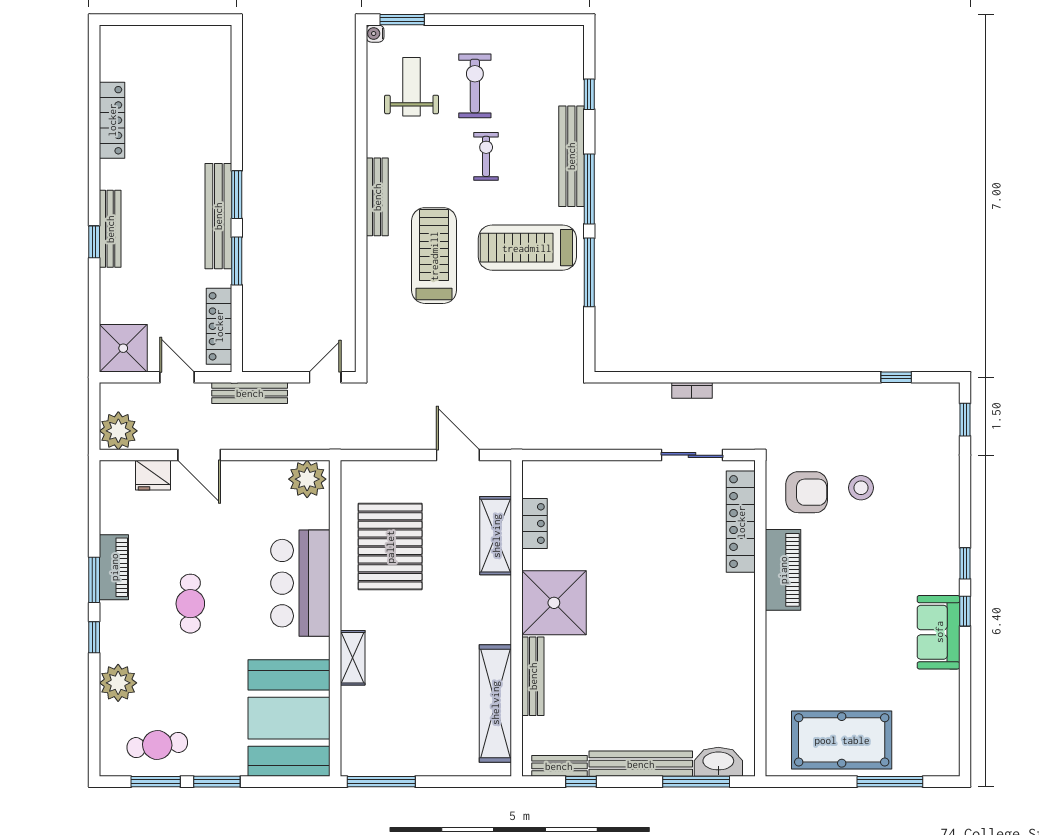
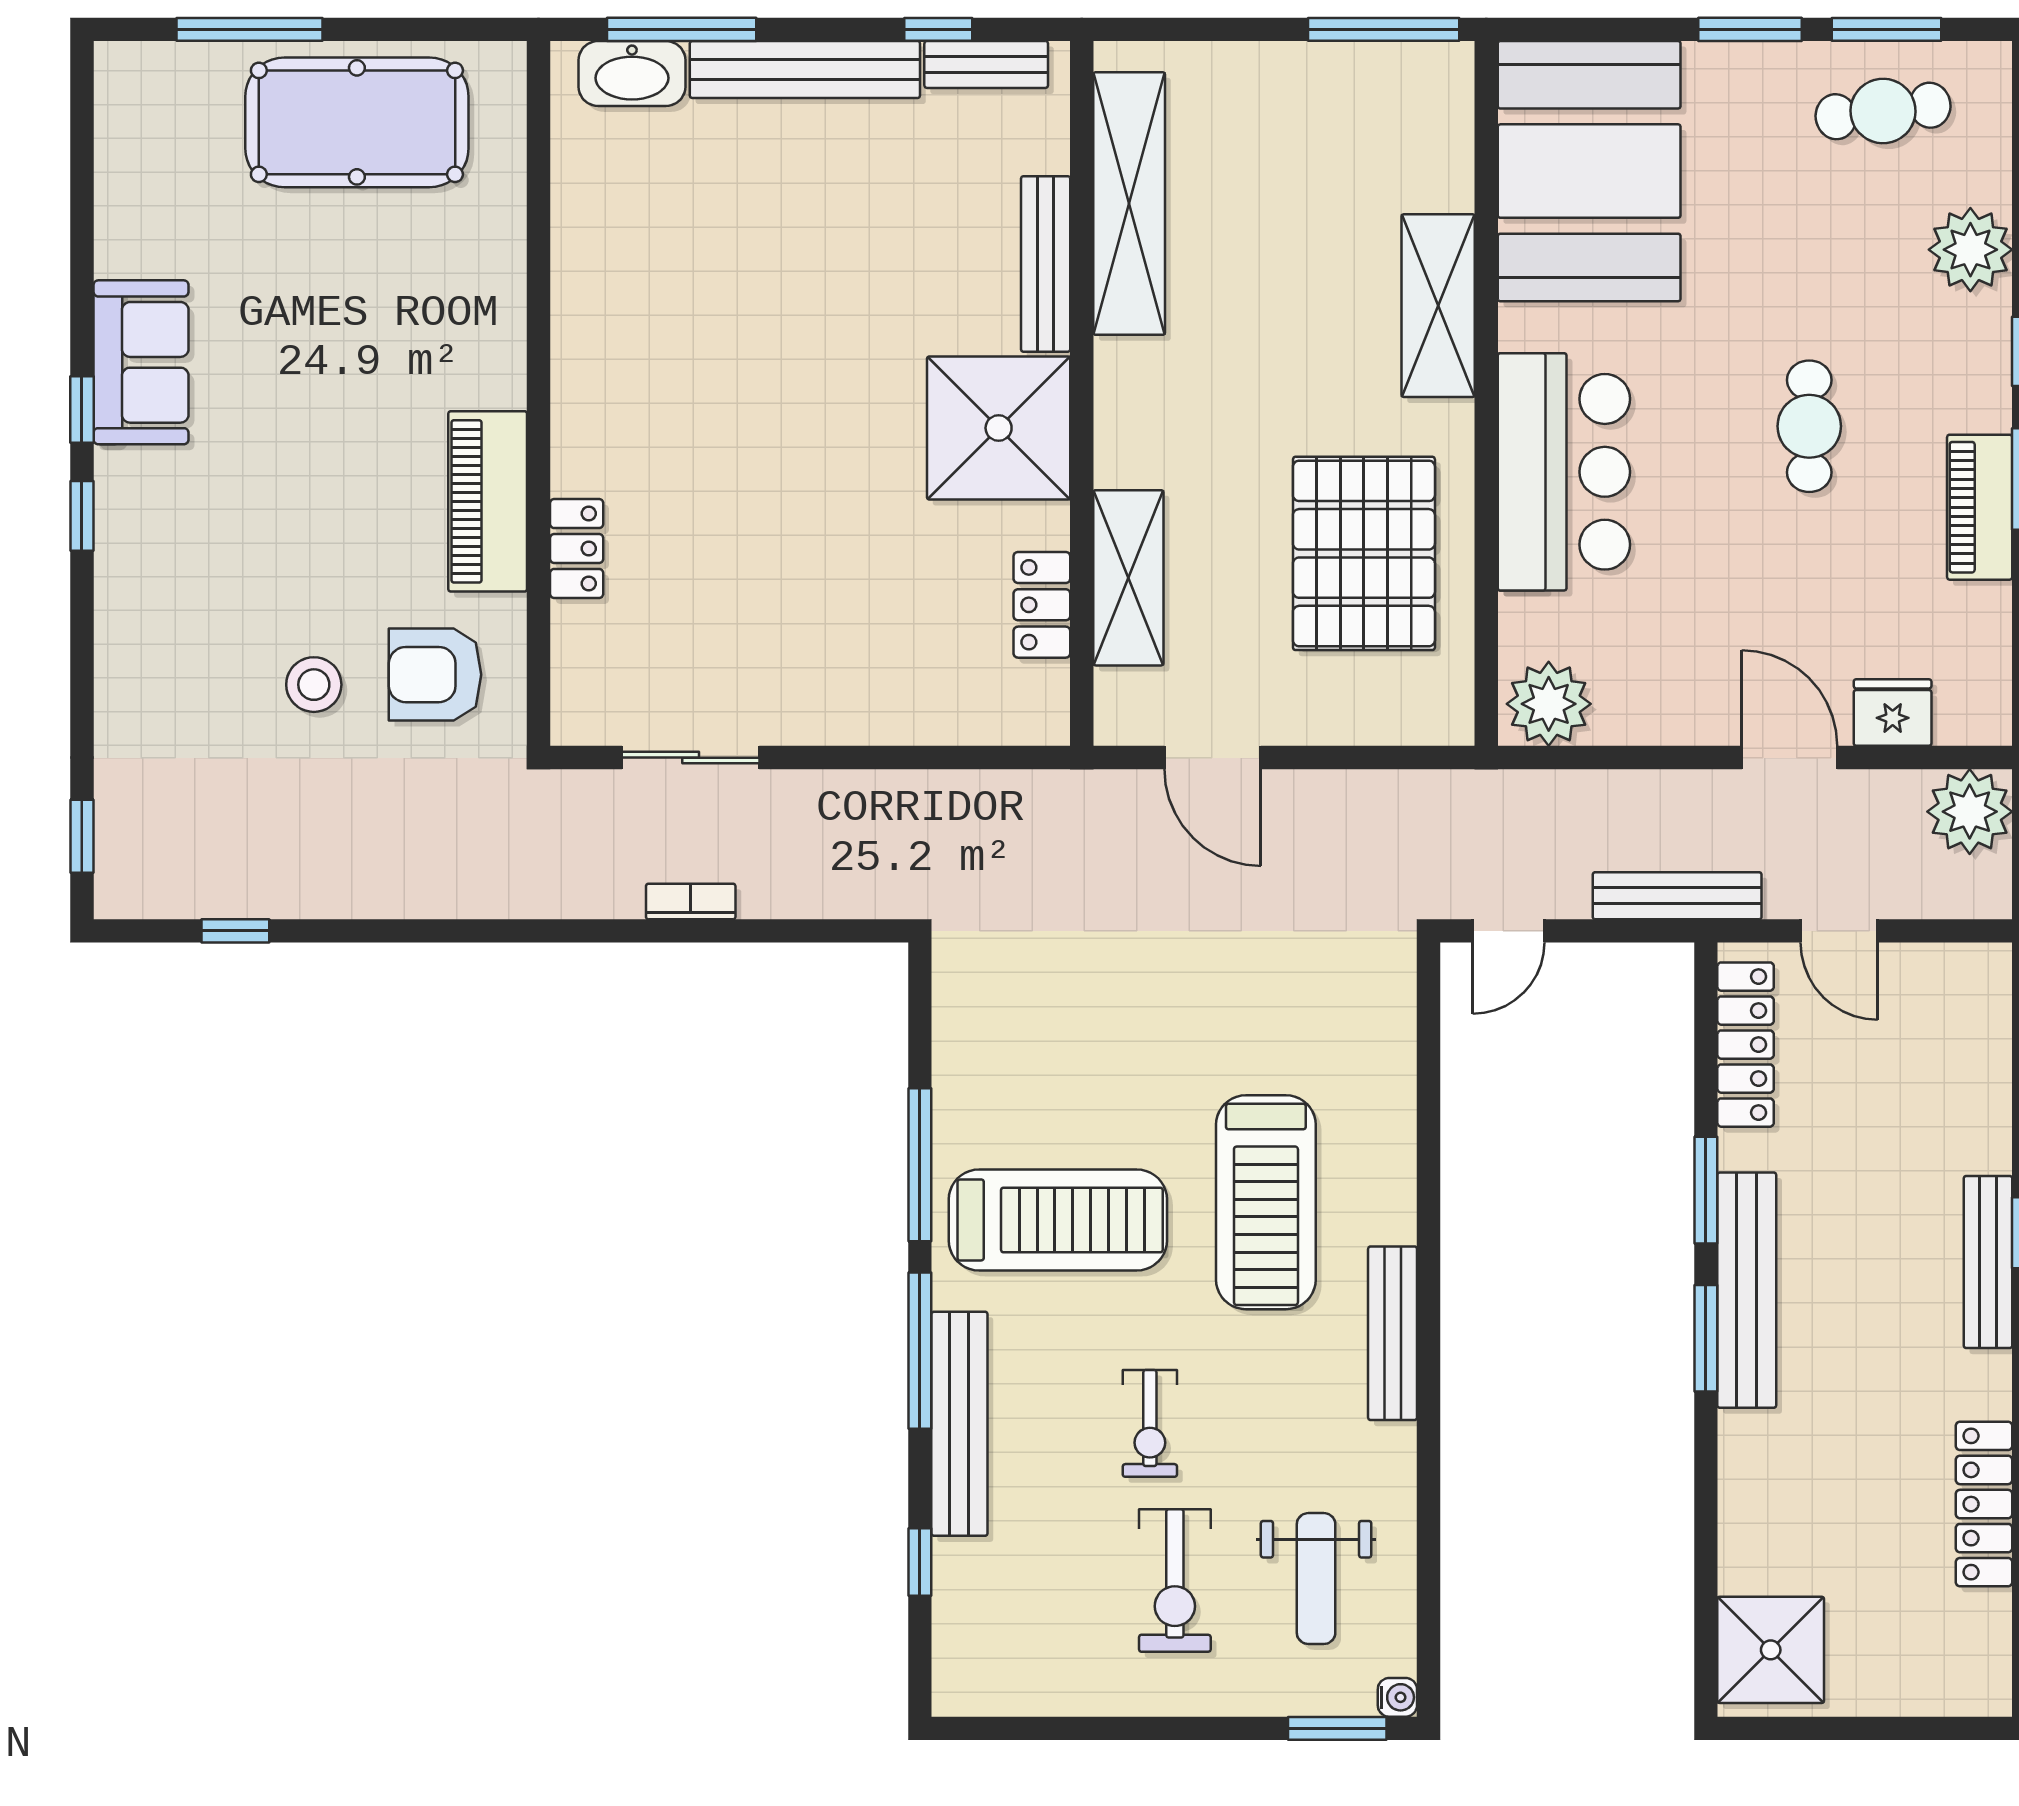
shower: (123, 348) -> (1771, 1650), moved
locker: (741, 522) -> (577, 548), width x0.46, depth x0.83
shelving: (353, 658) -> (1438, 306), width x1.50, depth x1.33

